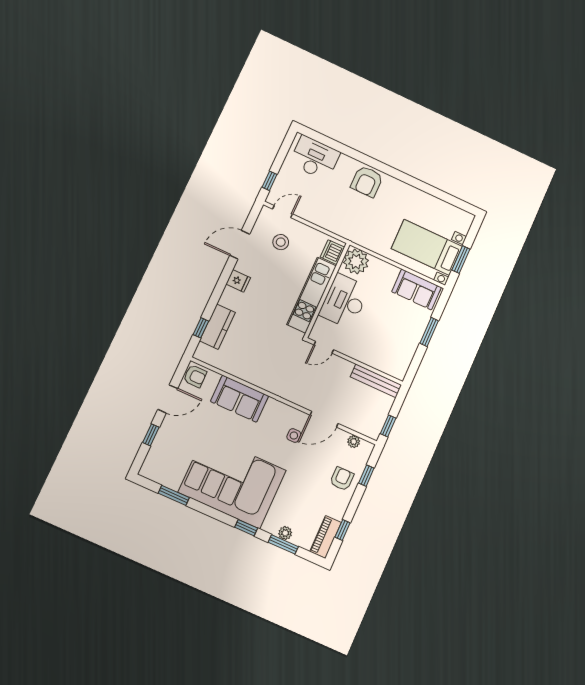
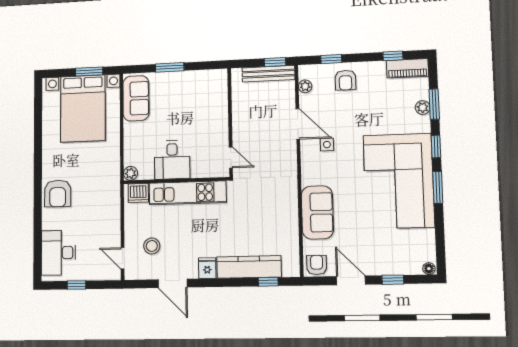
window: (270, 181) -> (76, 285), moved
armchair: (367, 181) -> (58, 193), turned 90
bed with nightstands: (427, 247) -> (83, 109), width x1.36
plant: (356, 261) -> (131, 173), width x0.53, depth x0.53
desk: (344, 301) -> (172, 160), width x0.73
kitchen counter: (217, 327) -> (249, 267), width x1.50
bench: (376, 381) -> (268, 74), moved, turned 90
floor lamp: (145, 470) -> (429, 269), added
armchair: (342, 479) -> (345, 80), turned -90
window: (174, 495) -> (438, 187), moved

